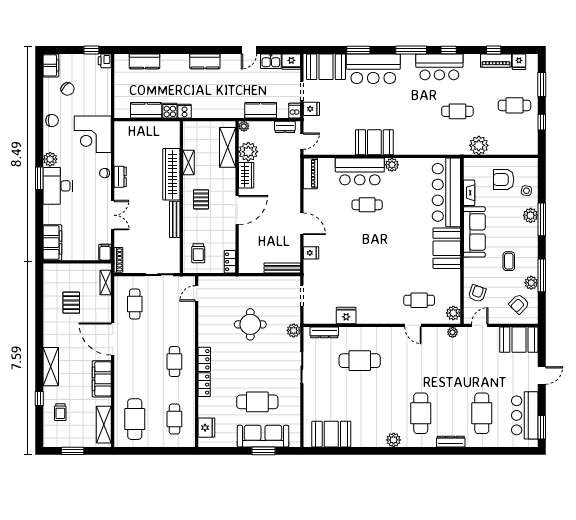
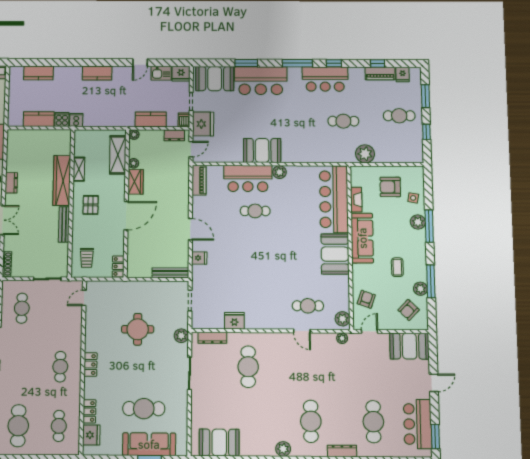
fridge: (311, 109) -> (203, 124), width x1.88, depth x1.34
plant: (248, 152) -> (134, 163), width x0.53, depth x0.53
cafe table: (360, 361) -> (248, 367), turned 90
locker: (204, 385) -> (89, 411), moved

